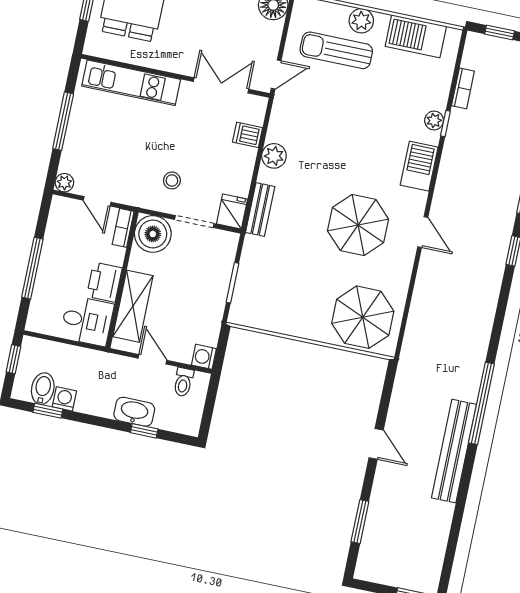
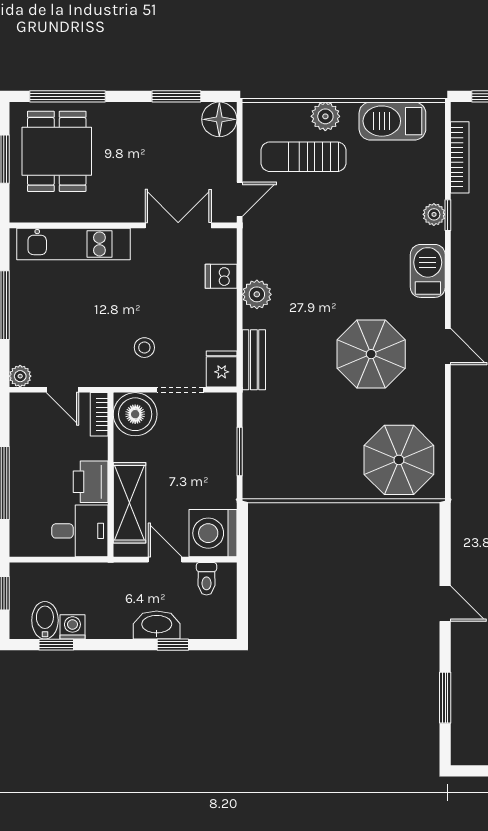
bookcase: (463, 88) -> (460, 157), width x1.56
washing machine: (204, 357) -> (213, 533), width x1.89, depth x1.89

